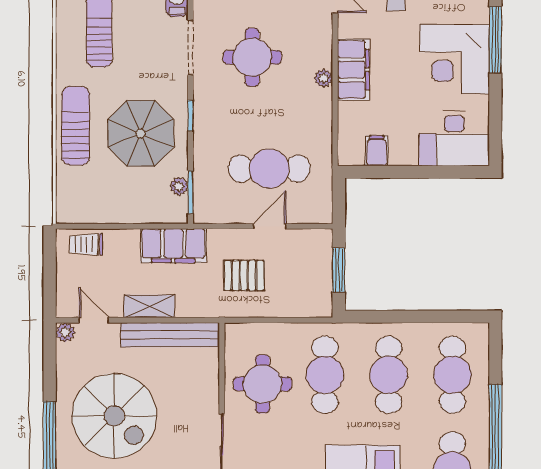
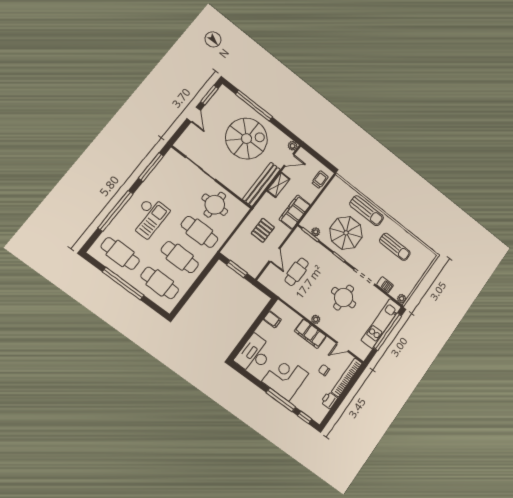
cafe table: (269, 169) -> (297, 272), width x0.73, depth x0.74
spiral stairs: (114, 416) -> (246, 139), turned 180

